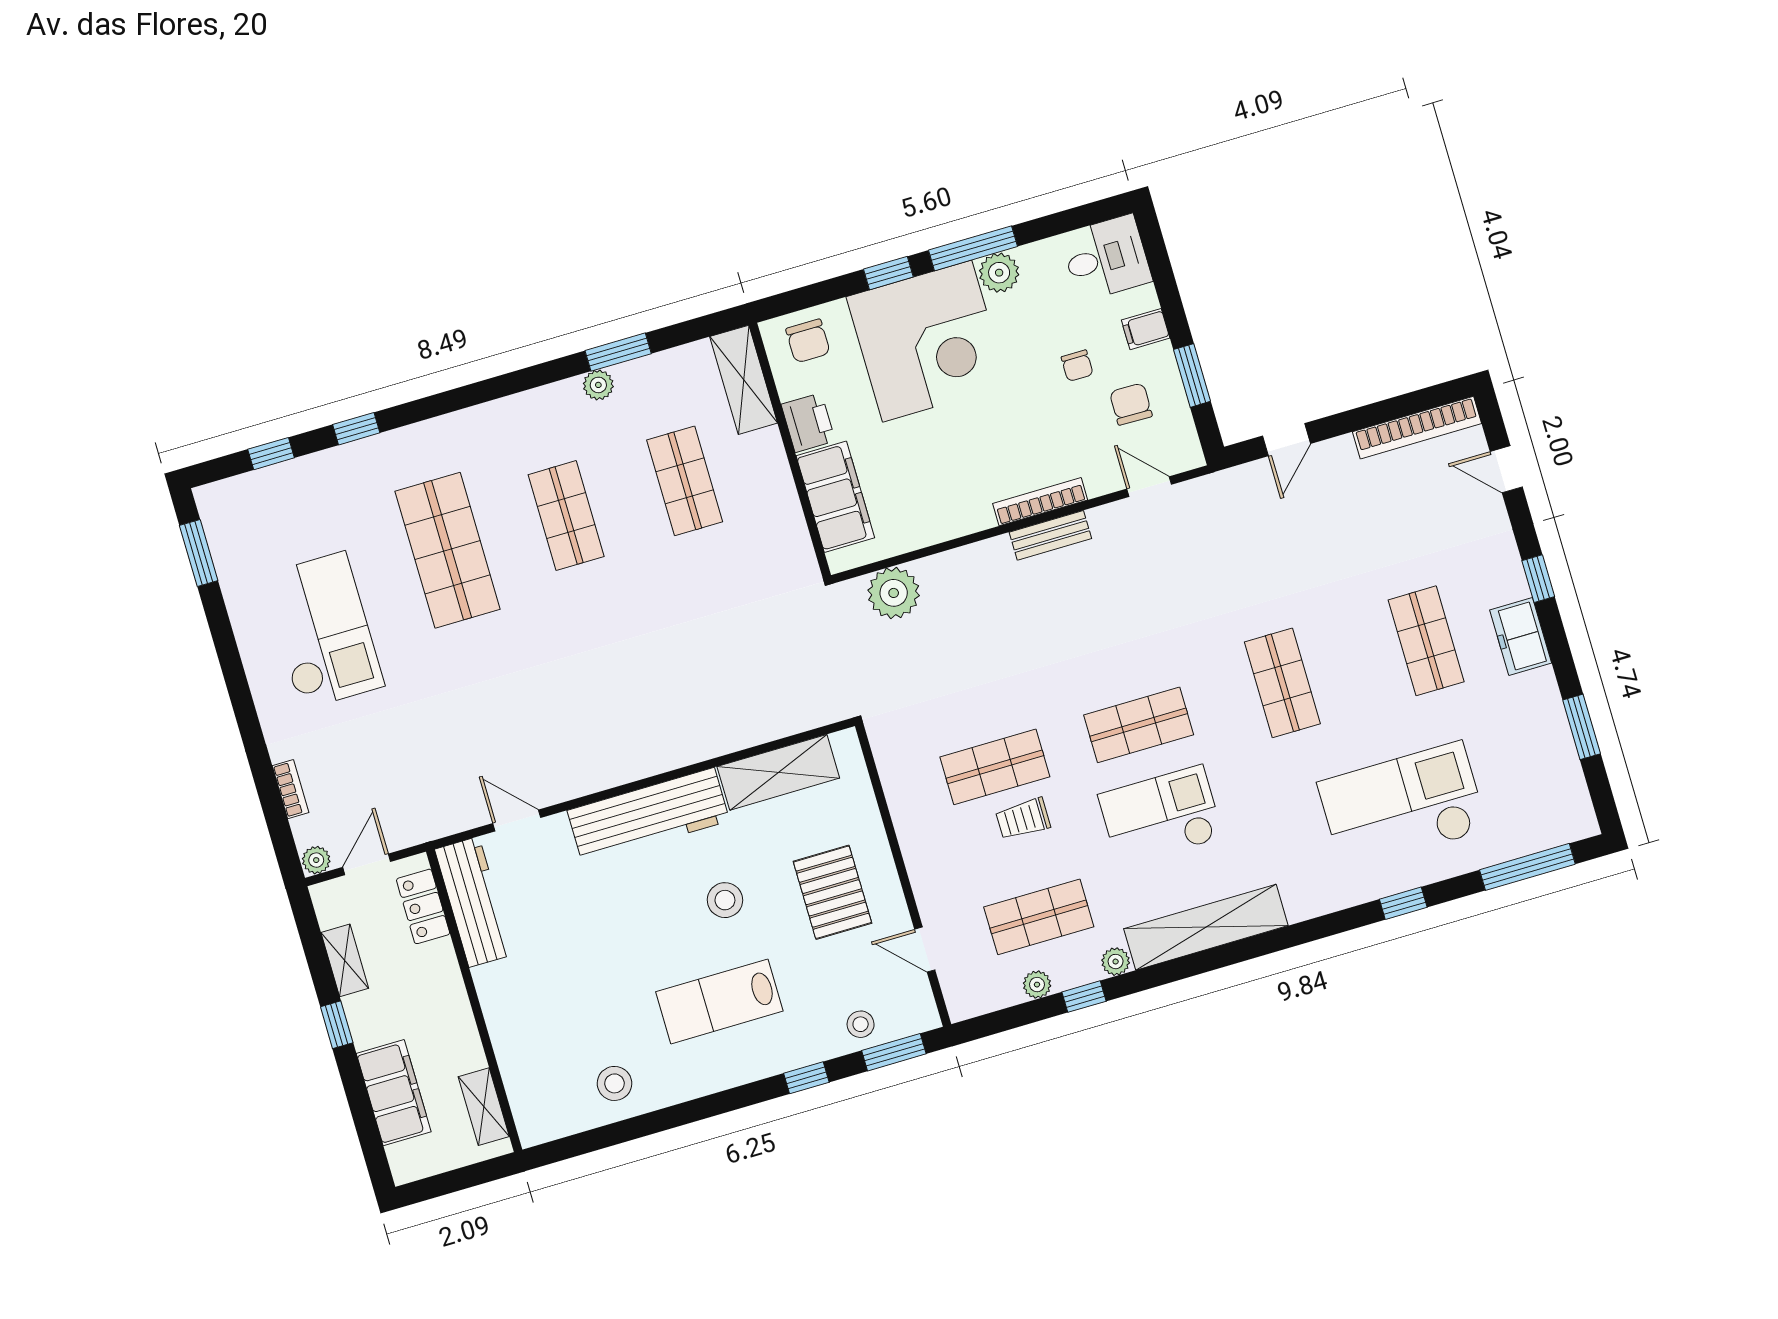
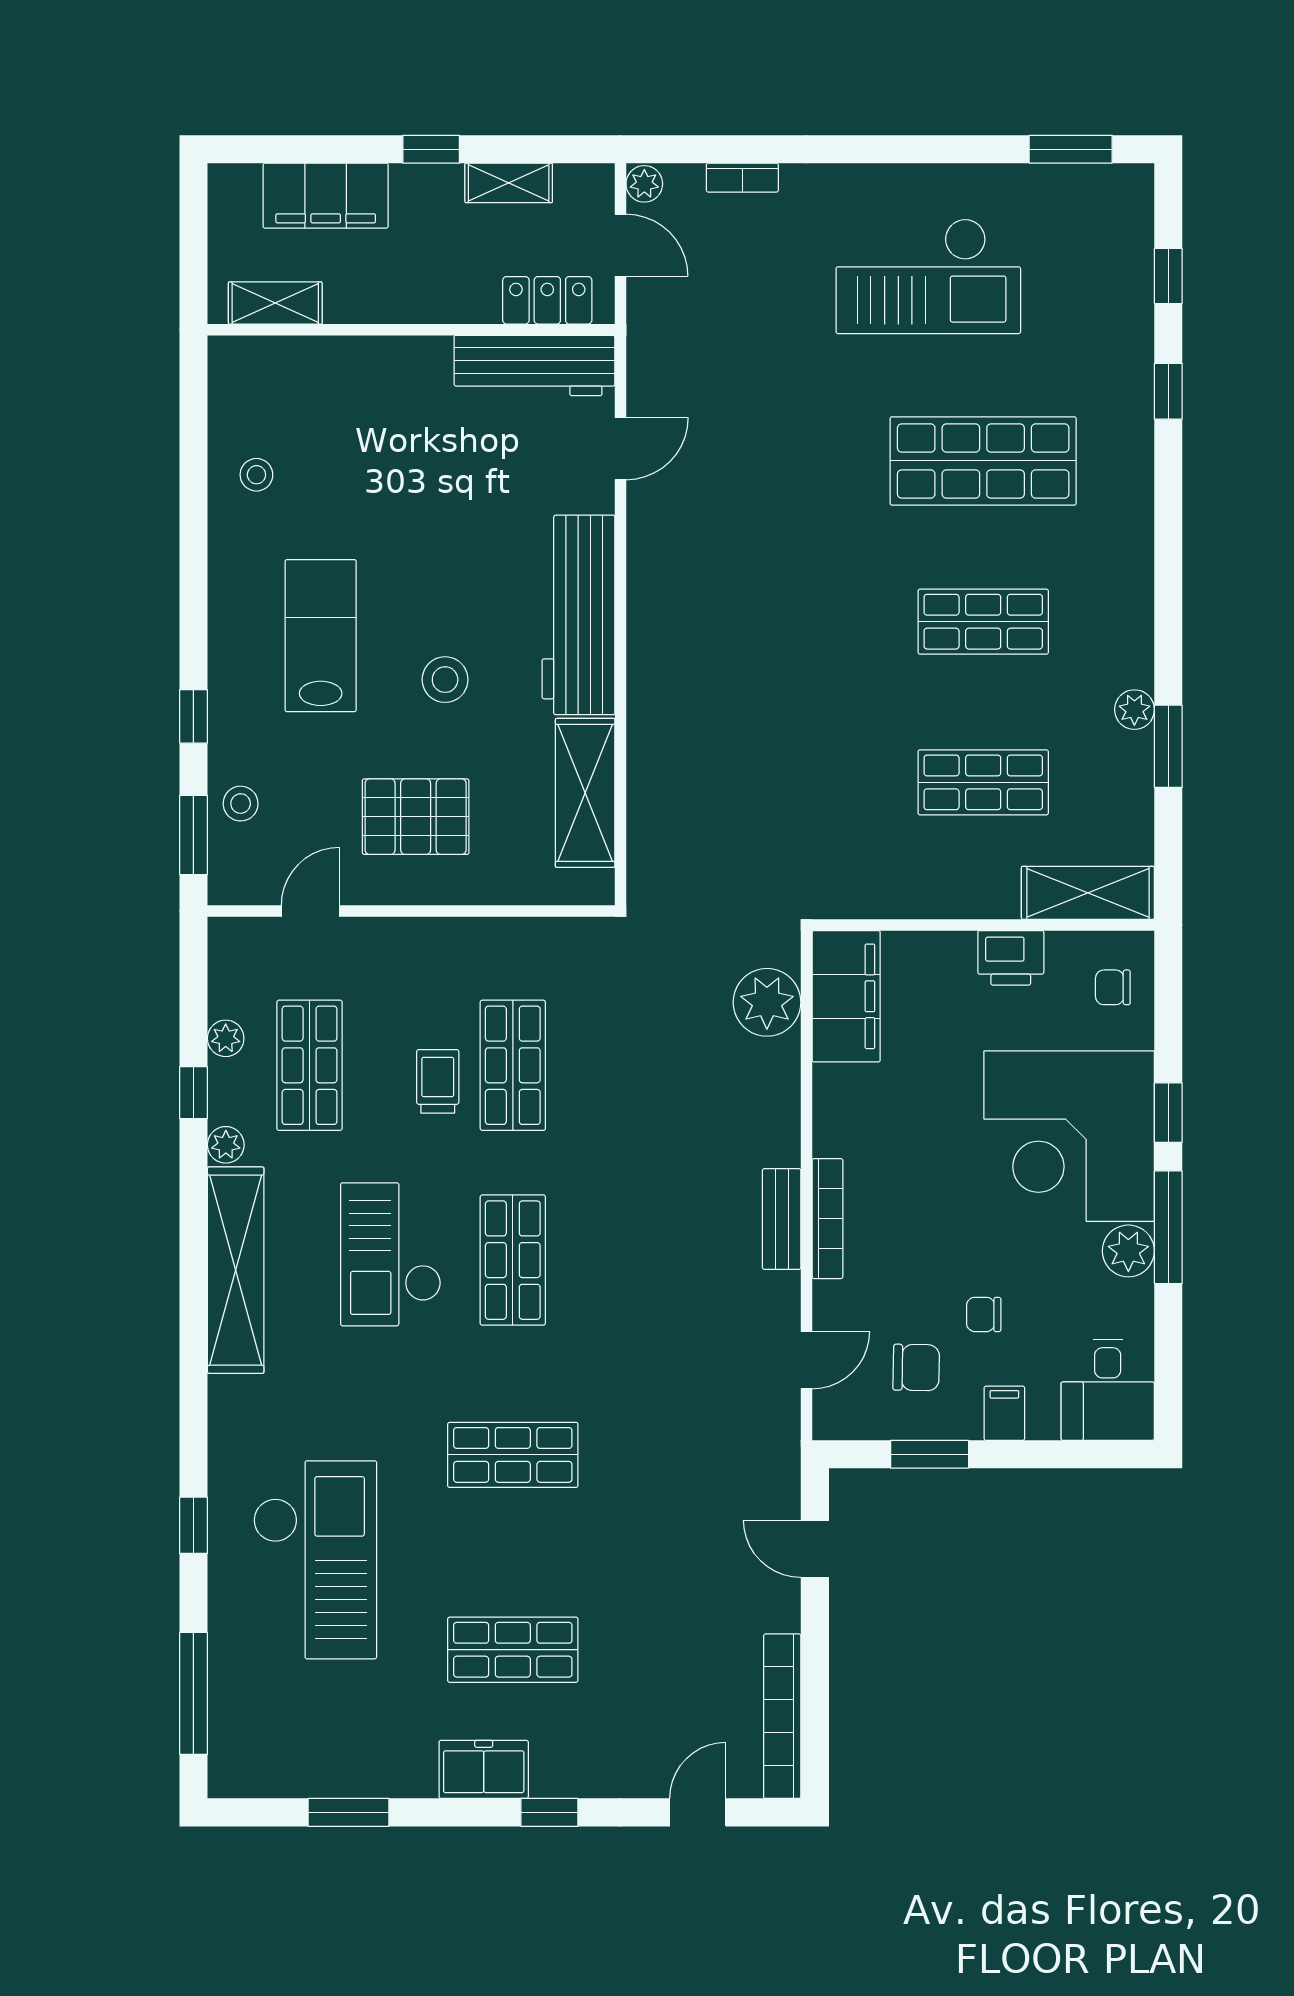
chair: (808, 341) -> (1113, 987), width x0.73, depth x0.73
filing cabinet: (835, 497) -> (846, 996), moved, turned -90
checkout: (1161, 816) -> (391, 1254), turned 180
stool: (615, 1083) -> (256, 475), width x0.73, depth x0.73

